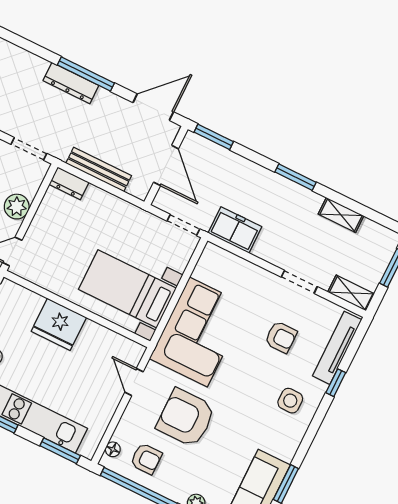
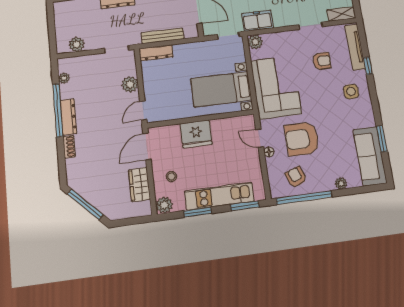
dresser: (69, 183) -> (156, 53), width x1.44
plant: (213, 256) -> (255, 42), added
floor lamp: (113, 449) -> (269, 152), moved
armchair: (146, 459) -> (296, 177), turned -110

